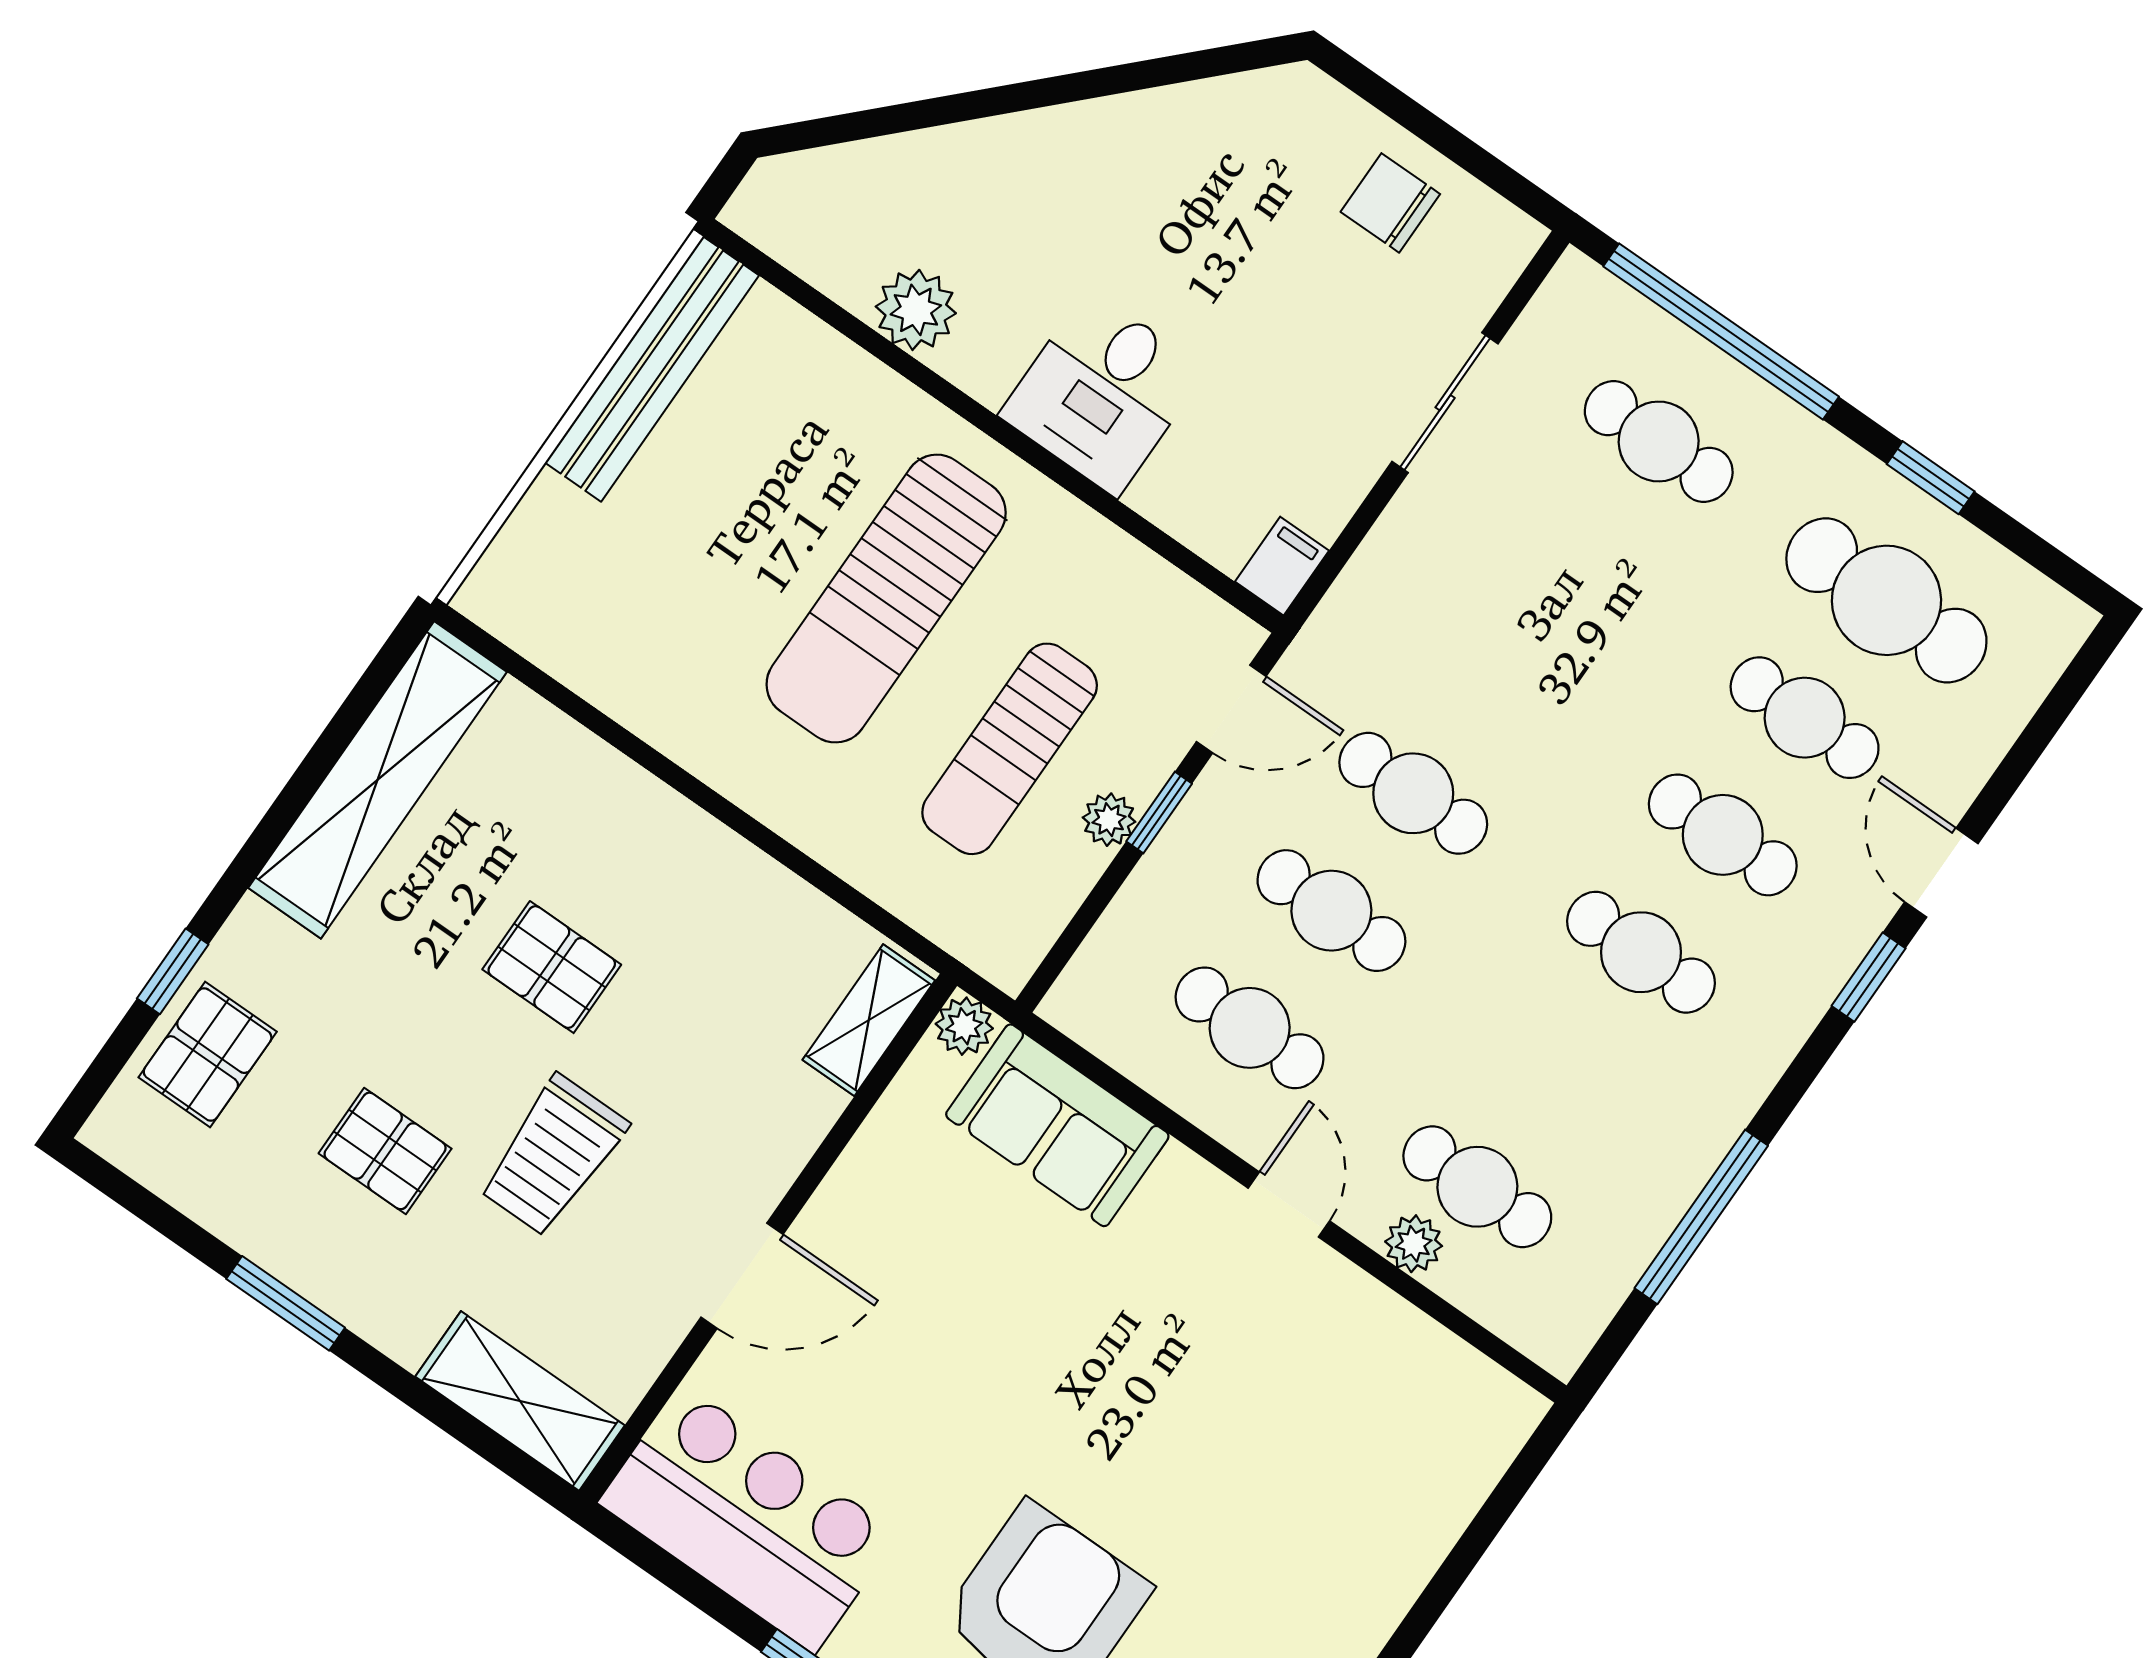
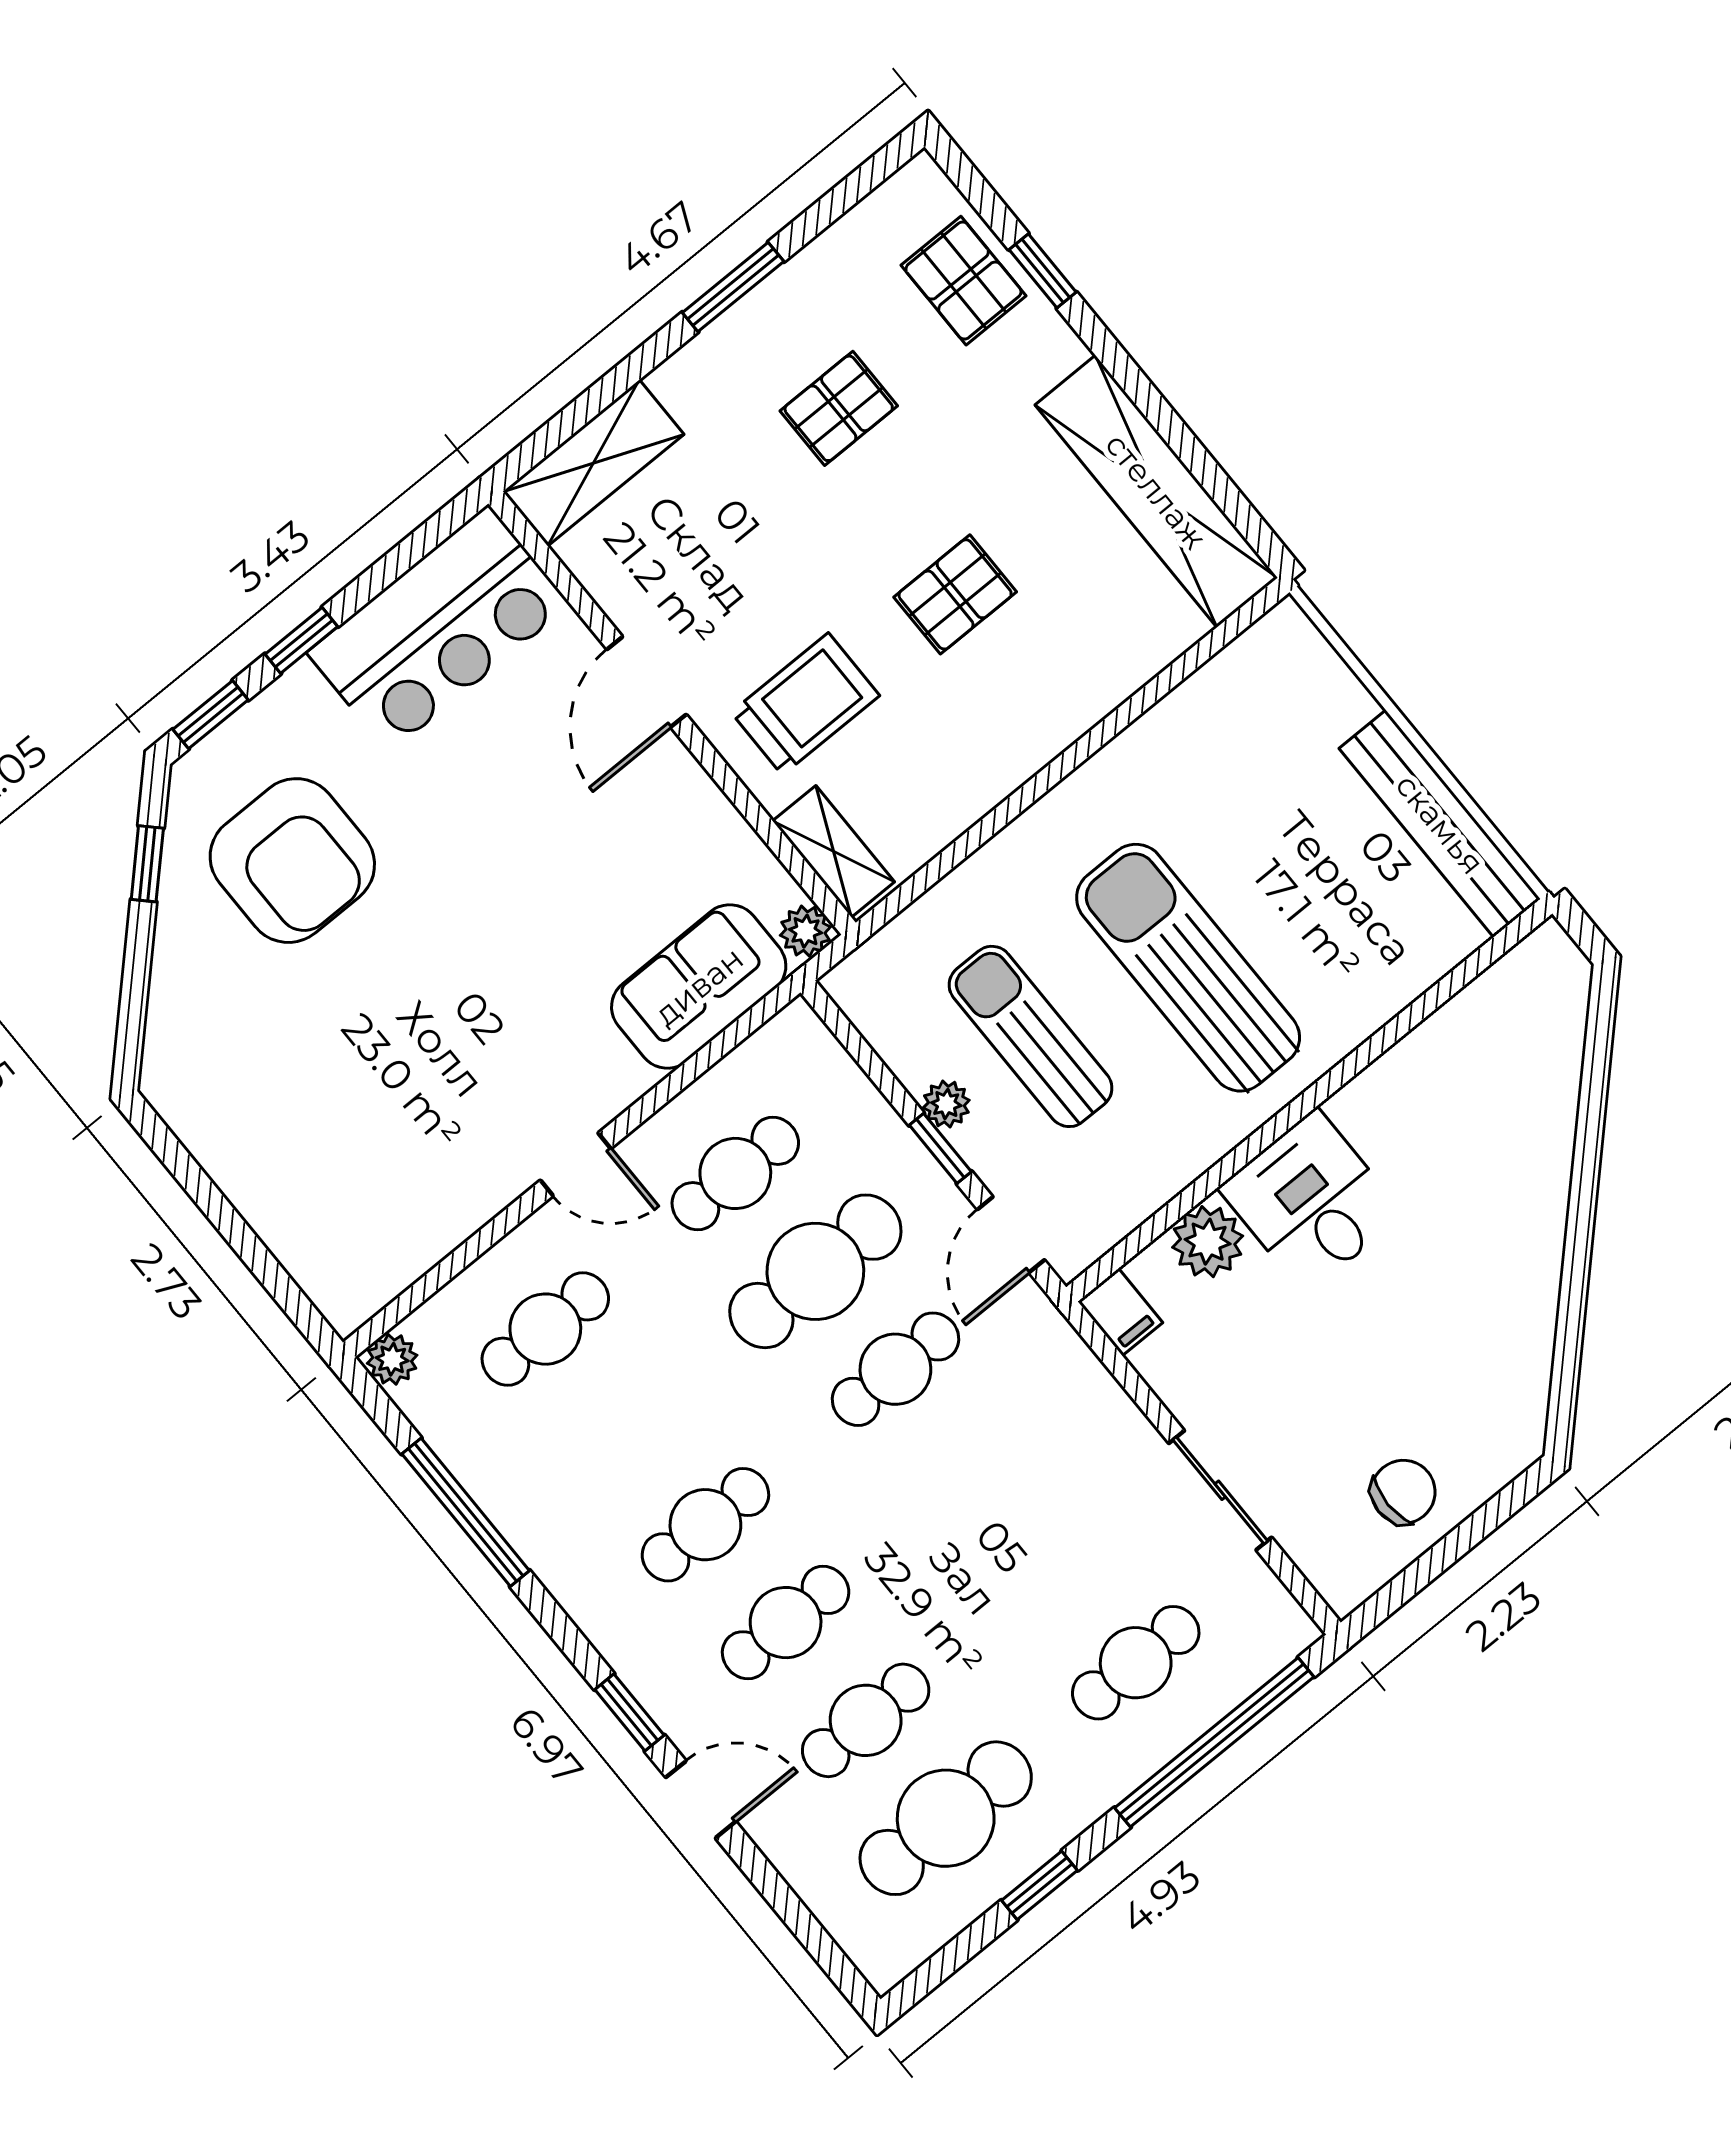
plant: (916, 310) -> (1208, 1242), moved
cafe table: (1331, 911) -> (815, 1271), width x1.37, depth x1.35
trolley: (553, 1156) -> (805, 704), moved, turned 90
plant: (1414, 1244) -> (392, 1359), moved

